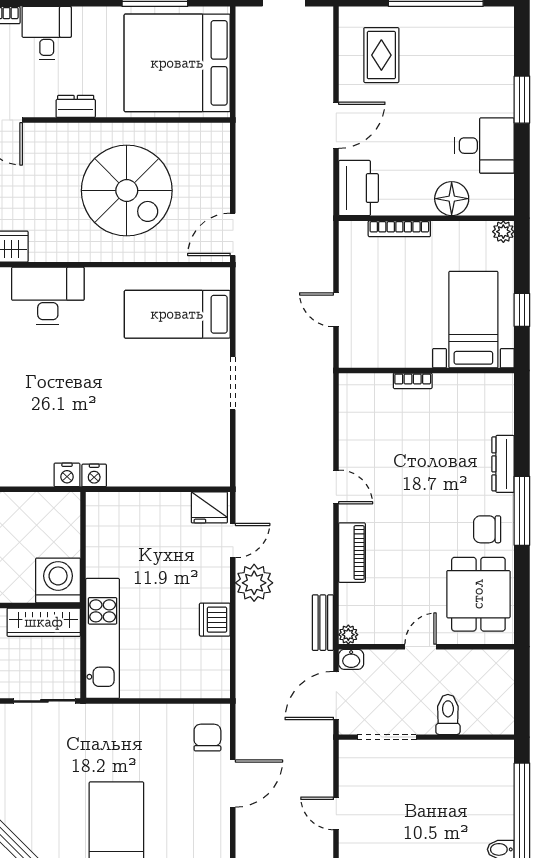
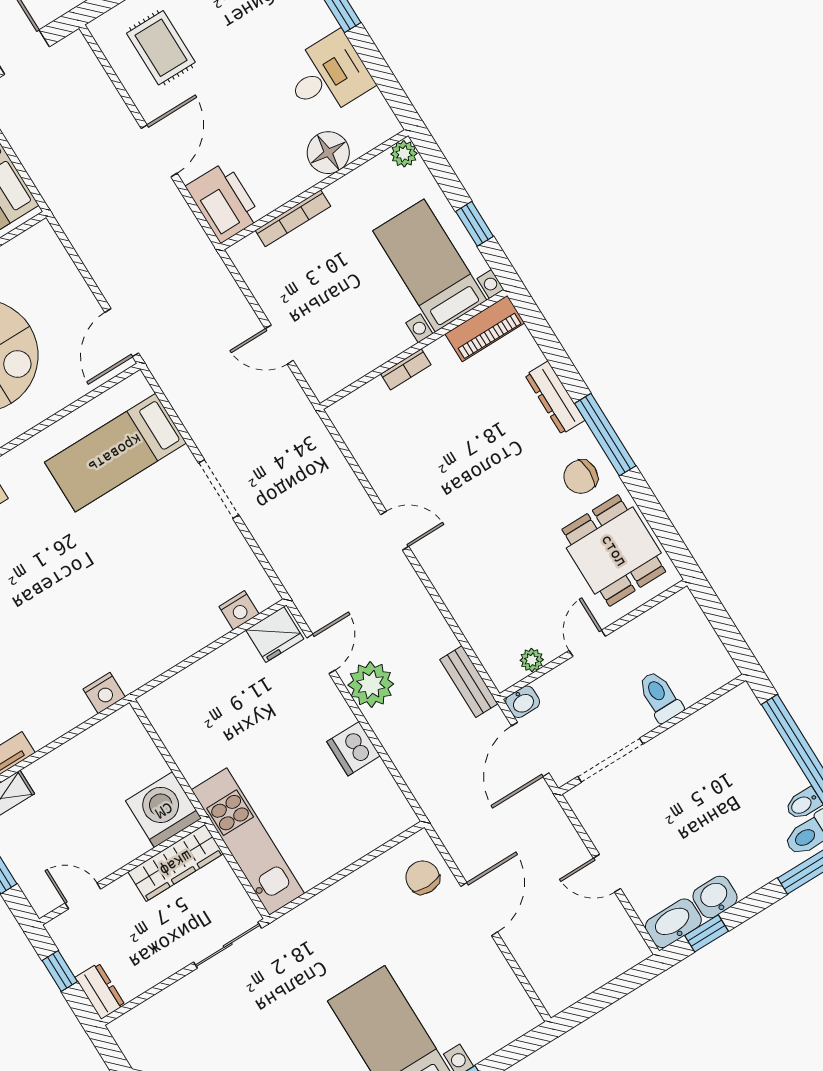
nightstand: (94, 475) -> (239, 610), moved
piano: (352, 553) -> (485, 328), moved, turned 90
plant: (348, 635) -> (532, 660), moved

